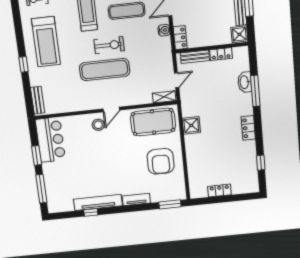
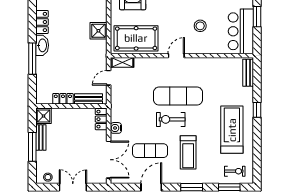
washbasin: (245, 82) -> (42, 45), moved
stool: (98, 125) -> (200, 26), moved

